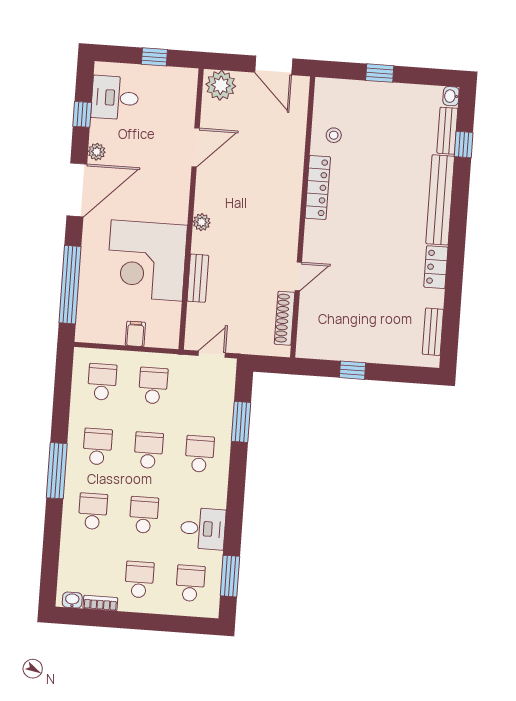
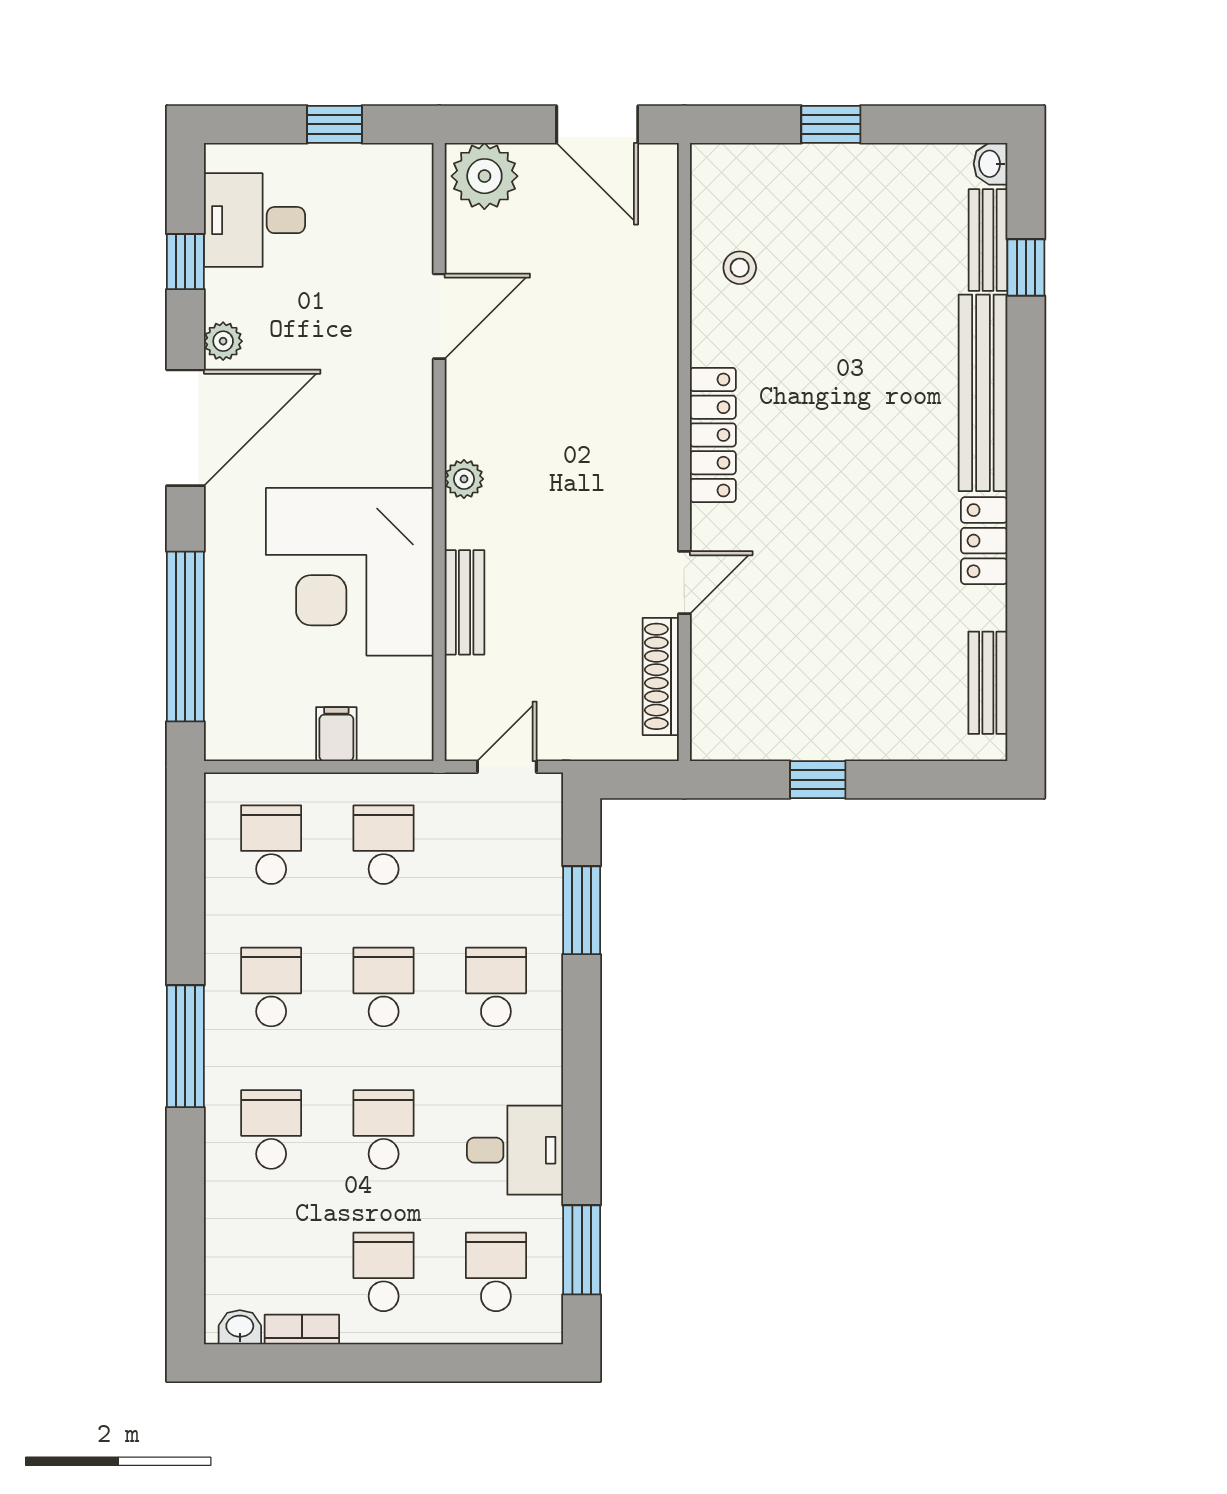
locker: (318, 187) -> (713, 435), moved

